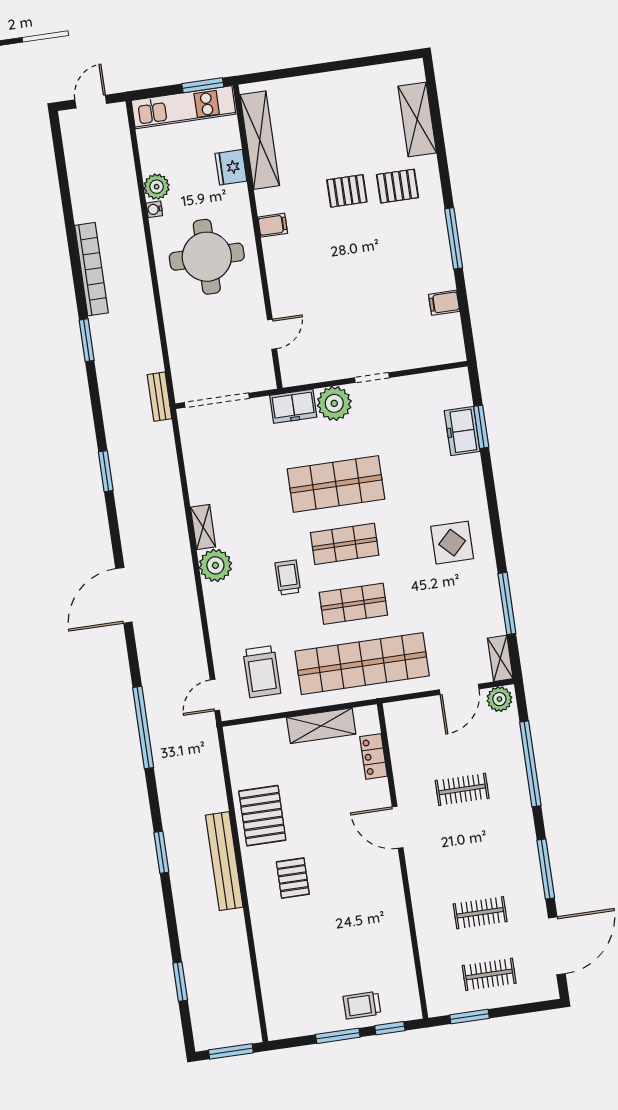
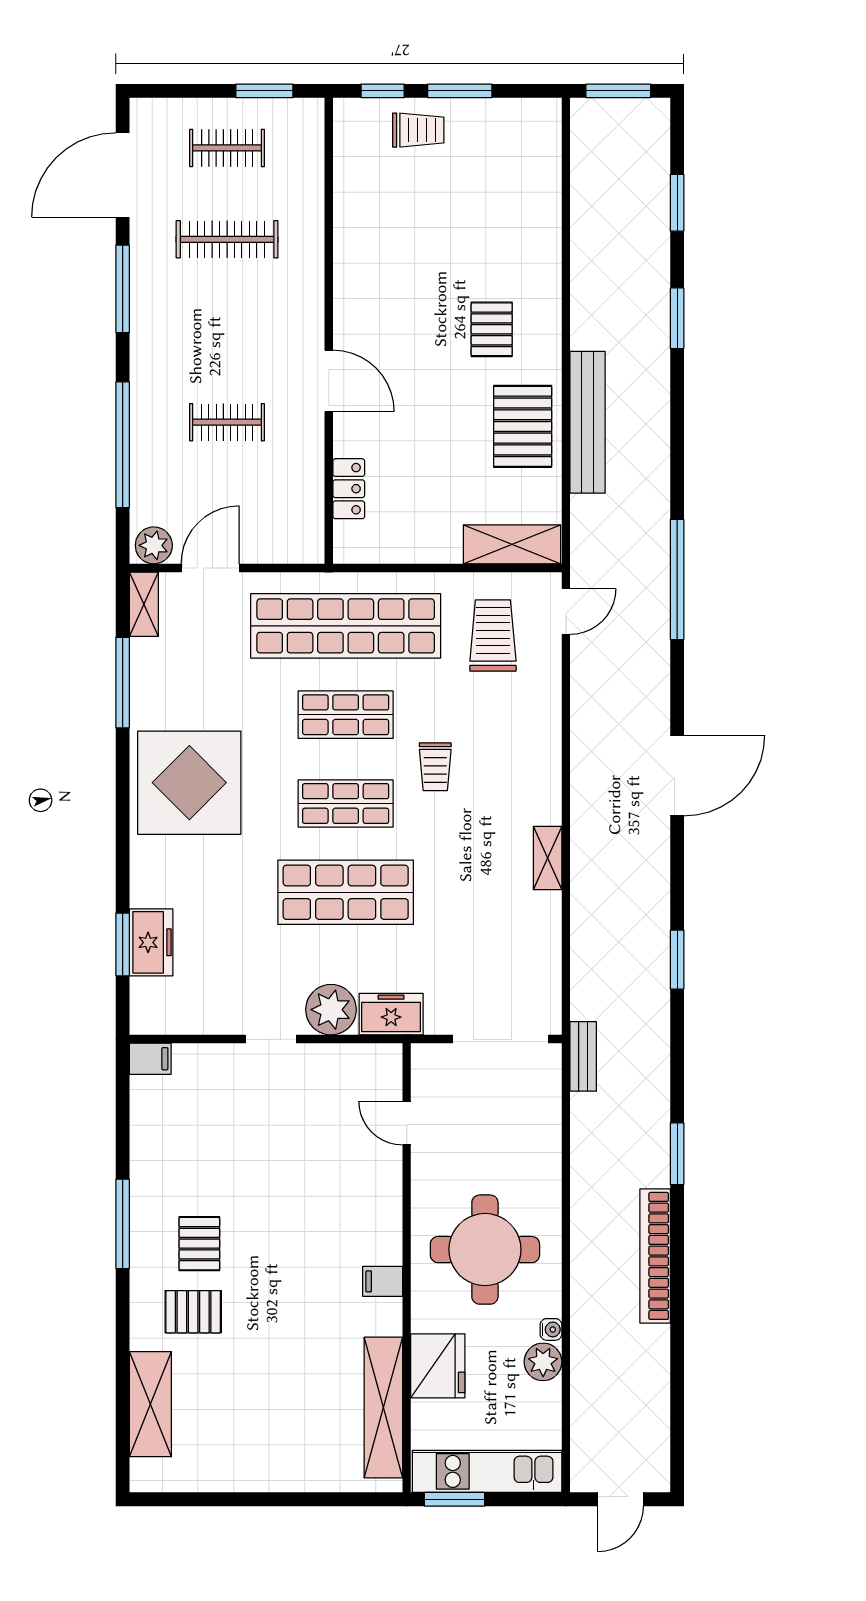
fridge: (231, 167) -> (438, 1366), width x1.36, depth x1.34
pallet: (347, 191) -> (199, 1244), moved, turned 90
filing cabinet: (444, 303) -> (150, 1059), moved
door: (272, 334) -> (407, 1123), hinge flipped
display table: (452, 543) -> (189, 783), width x1.86, depth x1.86
plant: (215, 565) -> (538, 800), removed
shelving: (321, 726) -> (512, 544), moved
window: (161, 852) -> (677, 318), moved
bench: (224, 861) -> (588, 422), moved
clothes rail: (480, 913) -> (227, 239), width x1.36

